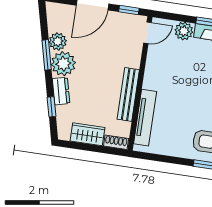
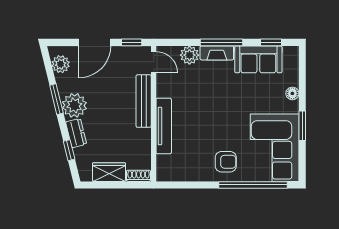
door: (148, 33) -> (154, 62), hinge flipped
plant: (58, 41) -> (61, 64), moved
bench: (128, 94) -> (144, 101), moved
tv unit: (145, 118) -> (164, 126), moved

